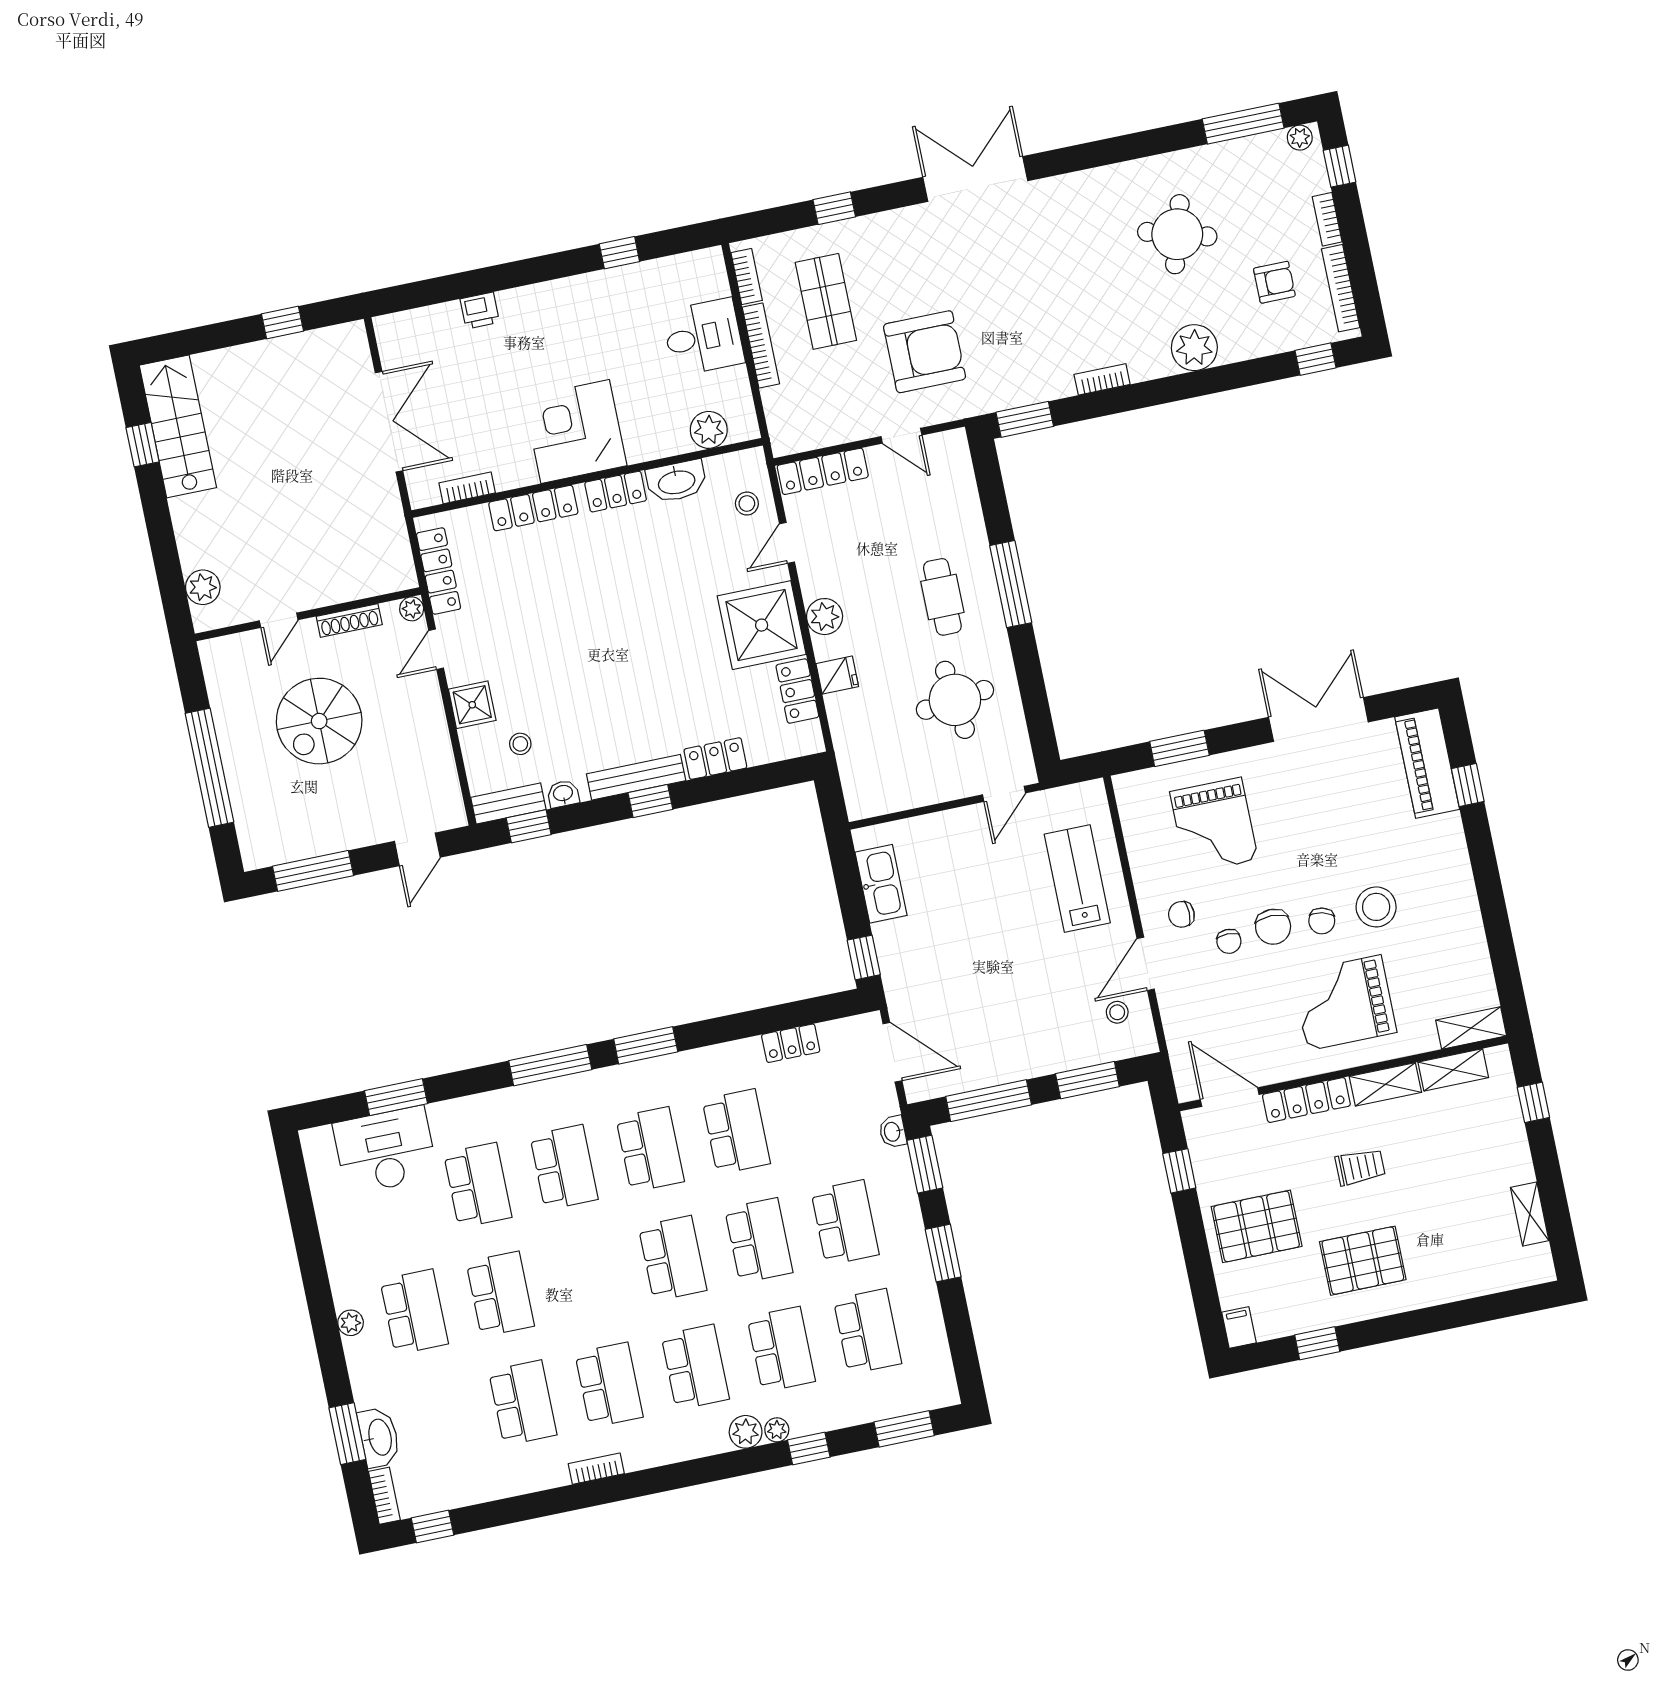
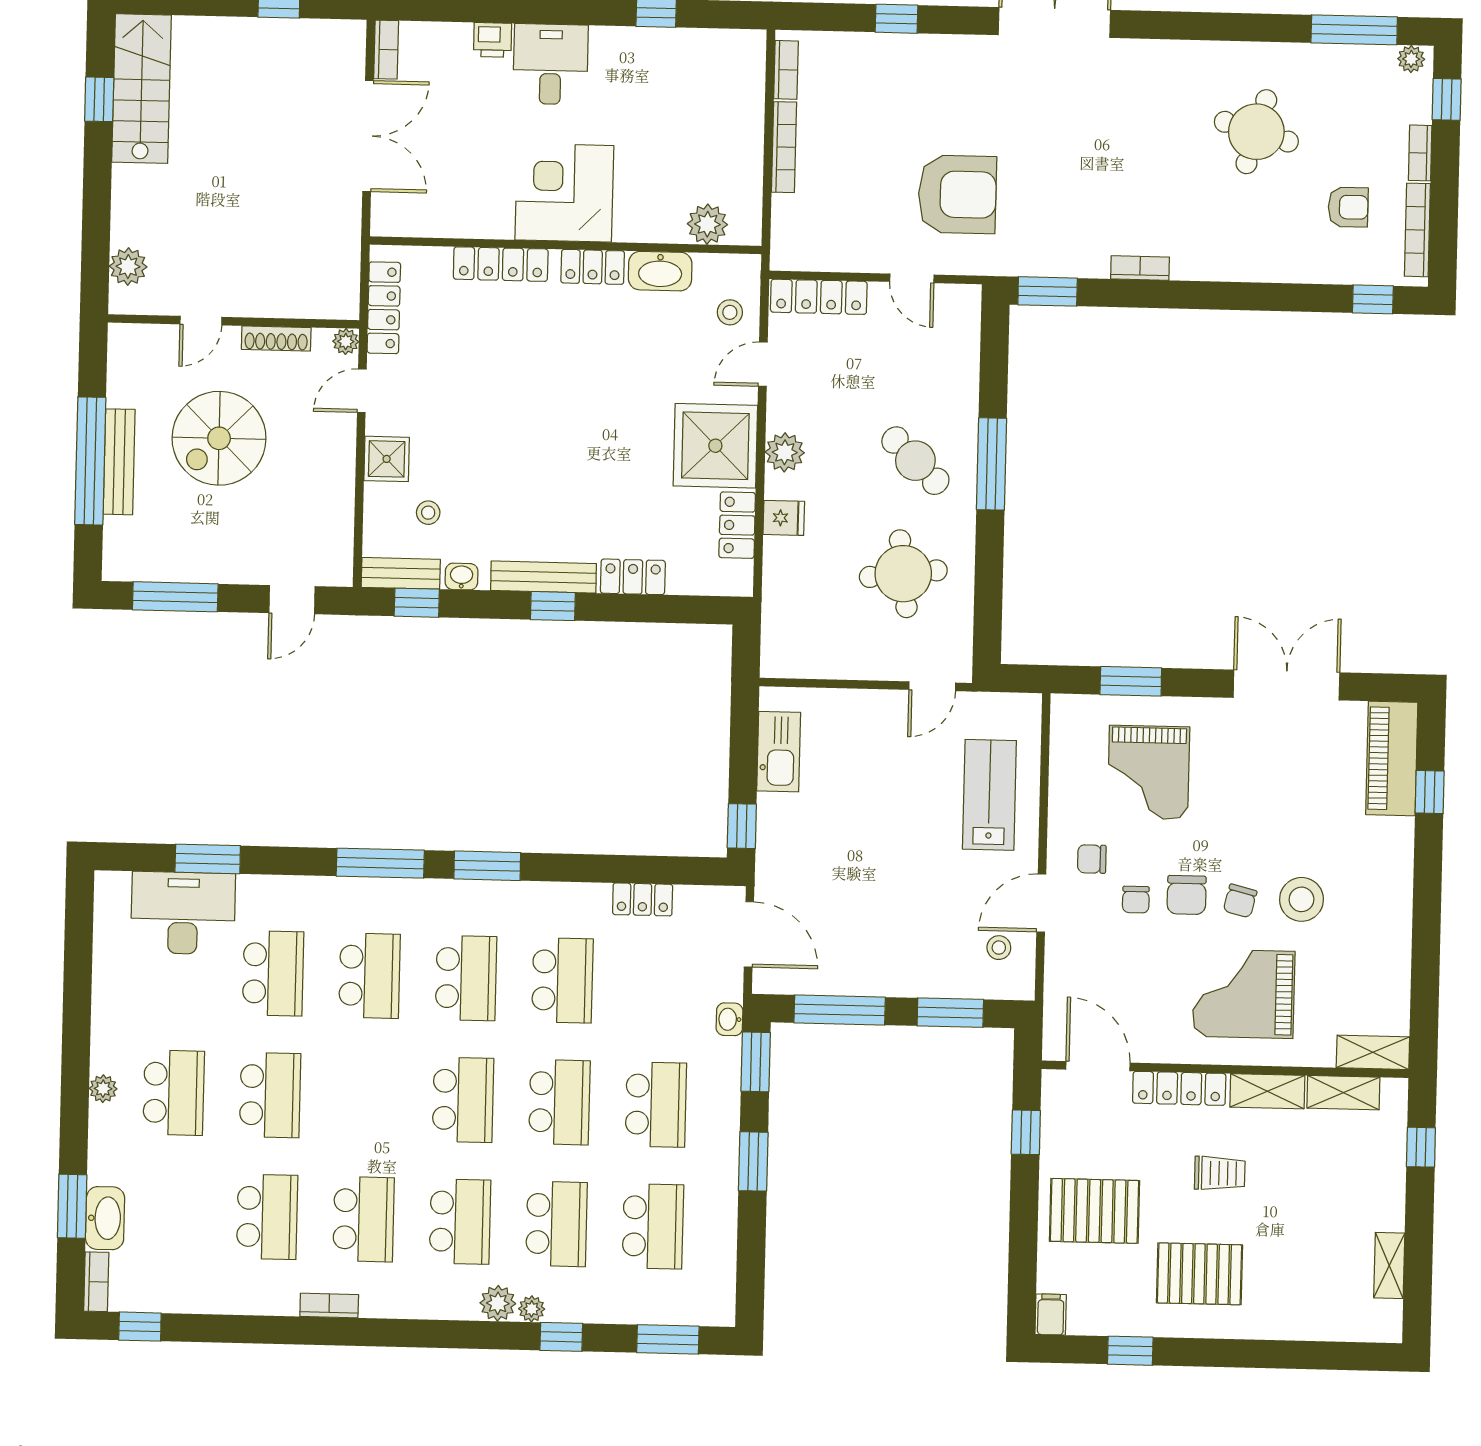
shop shelf: (826, 301) -> (864, 116), removed
desk: (703, 337) -> (551, 64), moved, turned -90
plant: (1194, 348) -> (1246, 257), removed
bookcase: (467, 488) -> (386, 50), moved, turned 90
cafe table: (942, 597) -> (915, 461), turned -46
bench: (235, 763) -> (119, 462), added

